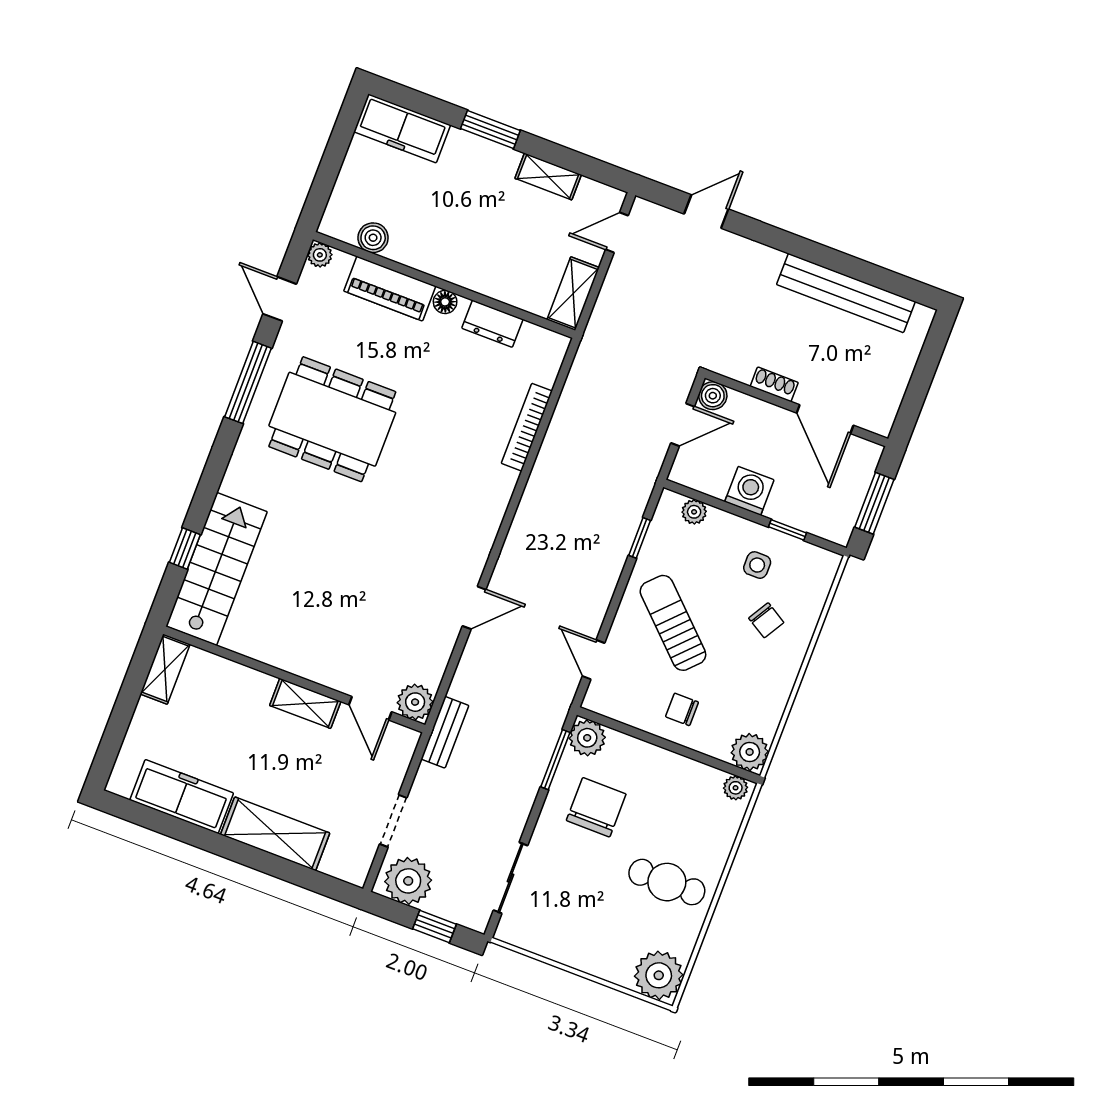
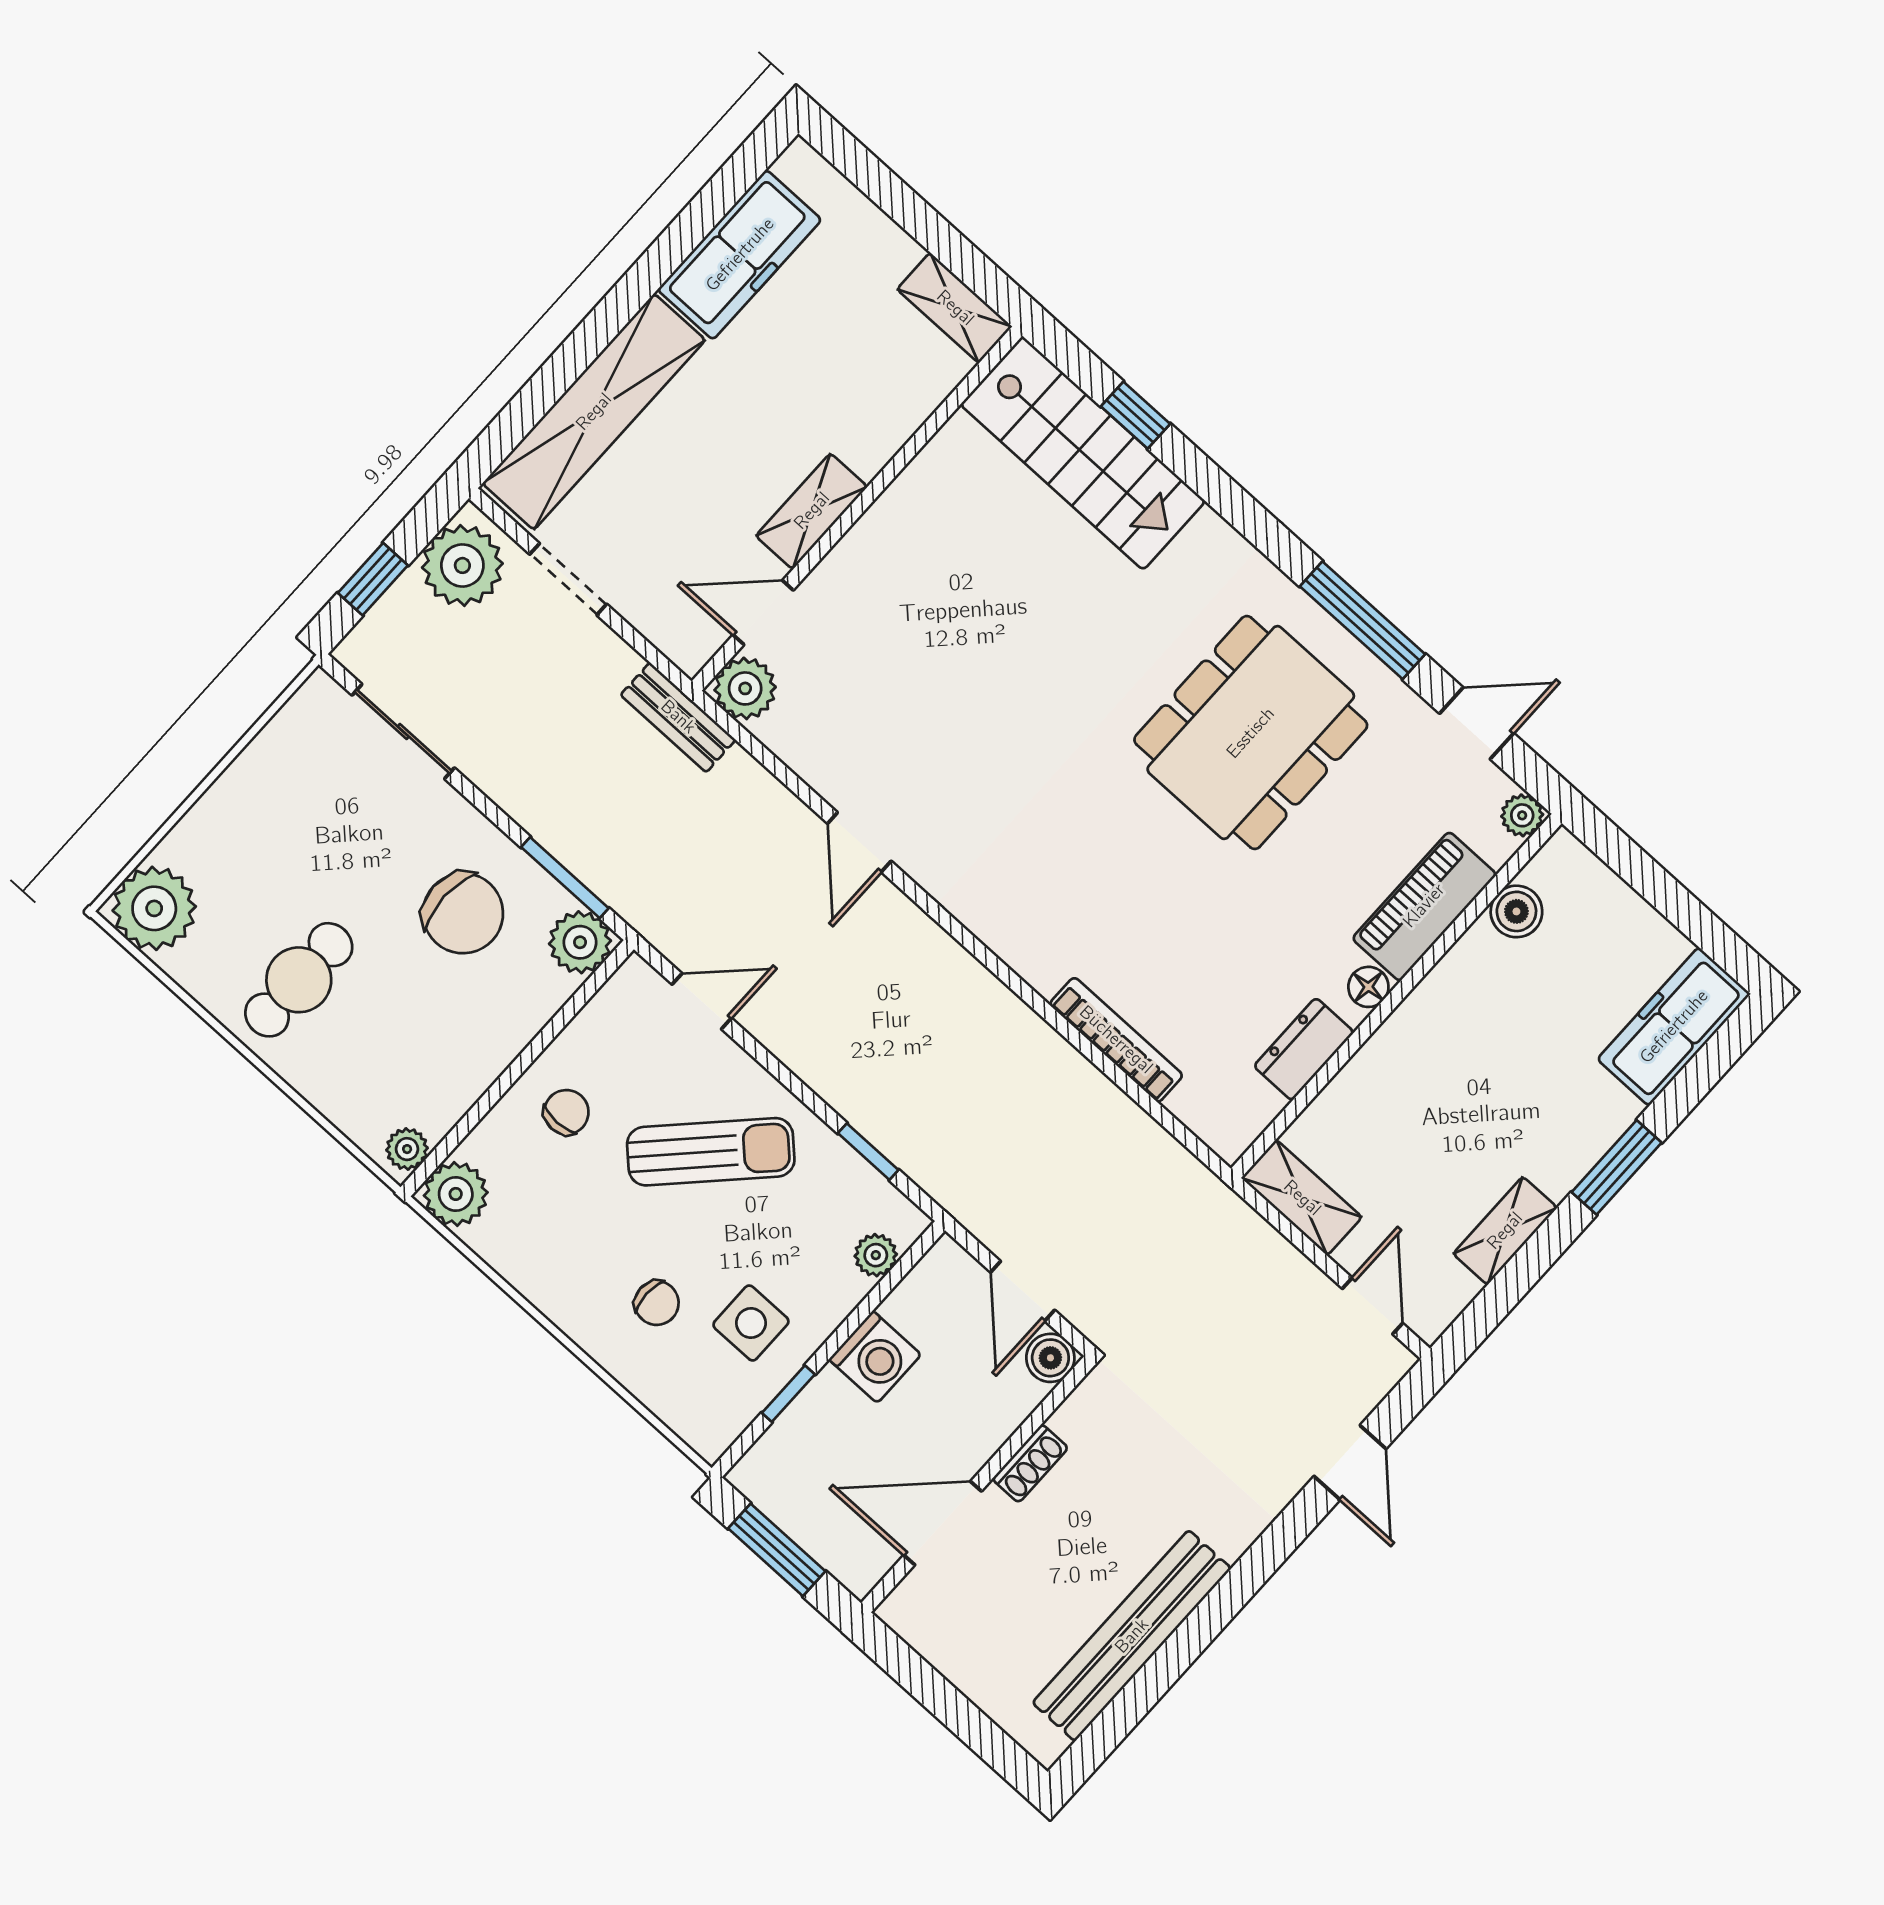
side table: (757, 565) -> (751, 1323), width x1.37, depth x1.37
chair: (766, 620) -> (657, 1303), turned -121
shelving: (275, 834) -> (594, 412), width x1.47

